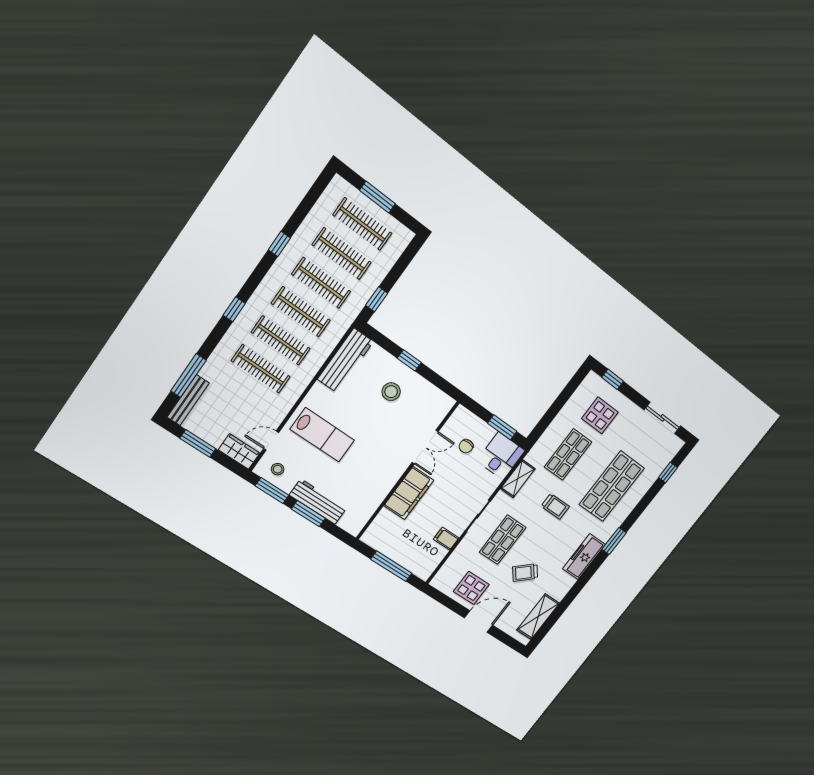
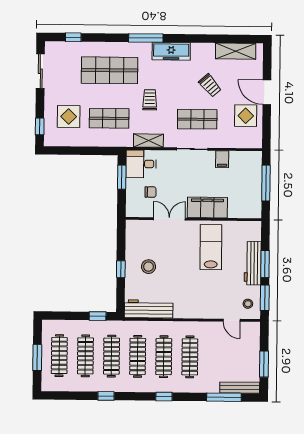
lab bench: (322, 435) -> (211, 247), moved
wardrobe: (239, 452) -> (252, 335), removed
window: (614, 541) -> (146, 38), width x1.44

